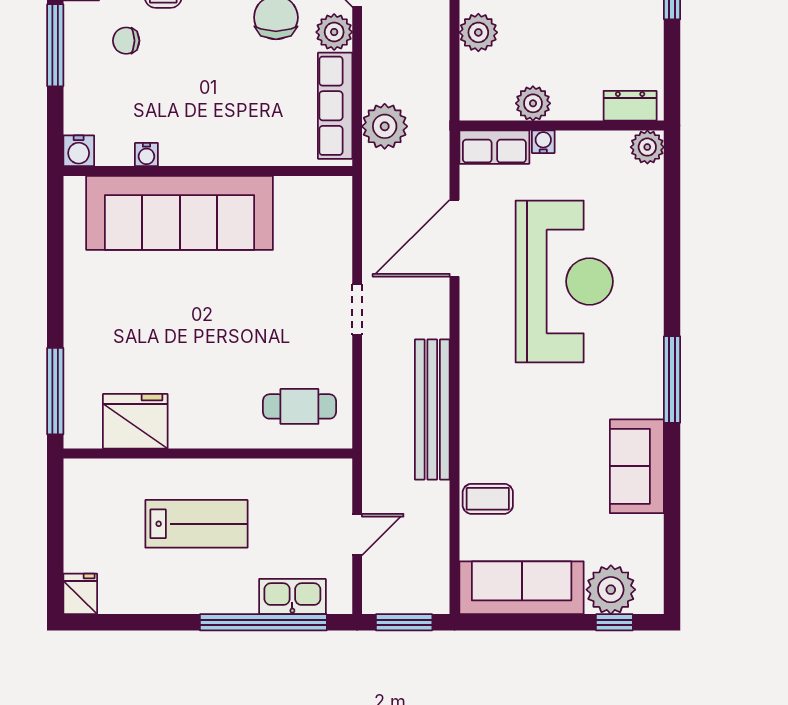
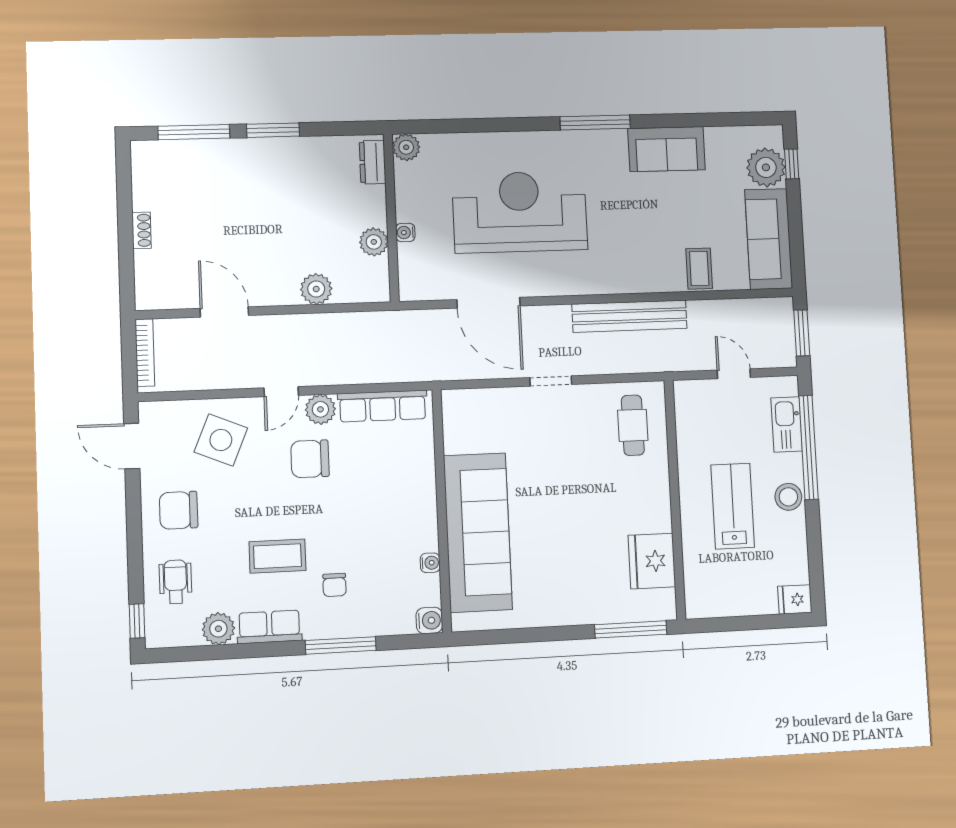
plant: (385, 126) -> (398, 364), removed
row of seats: (494, 147) -> (412, 273), removed
stool: (204, 593) -> (788, 497), added

